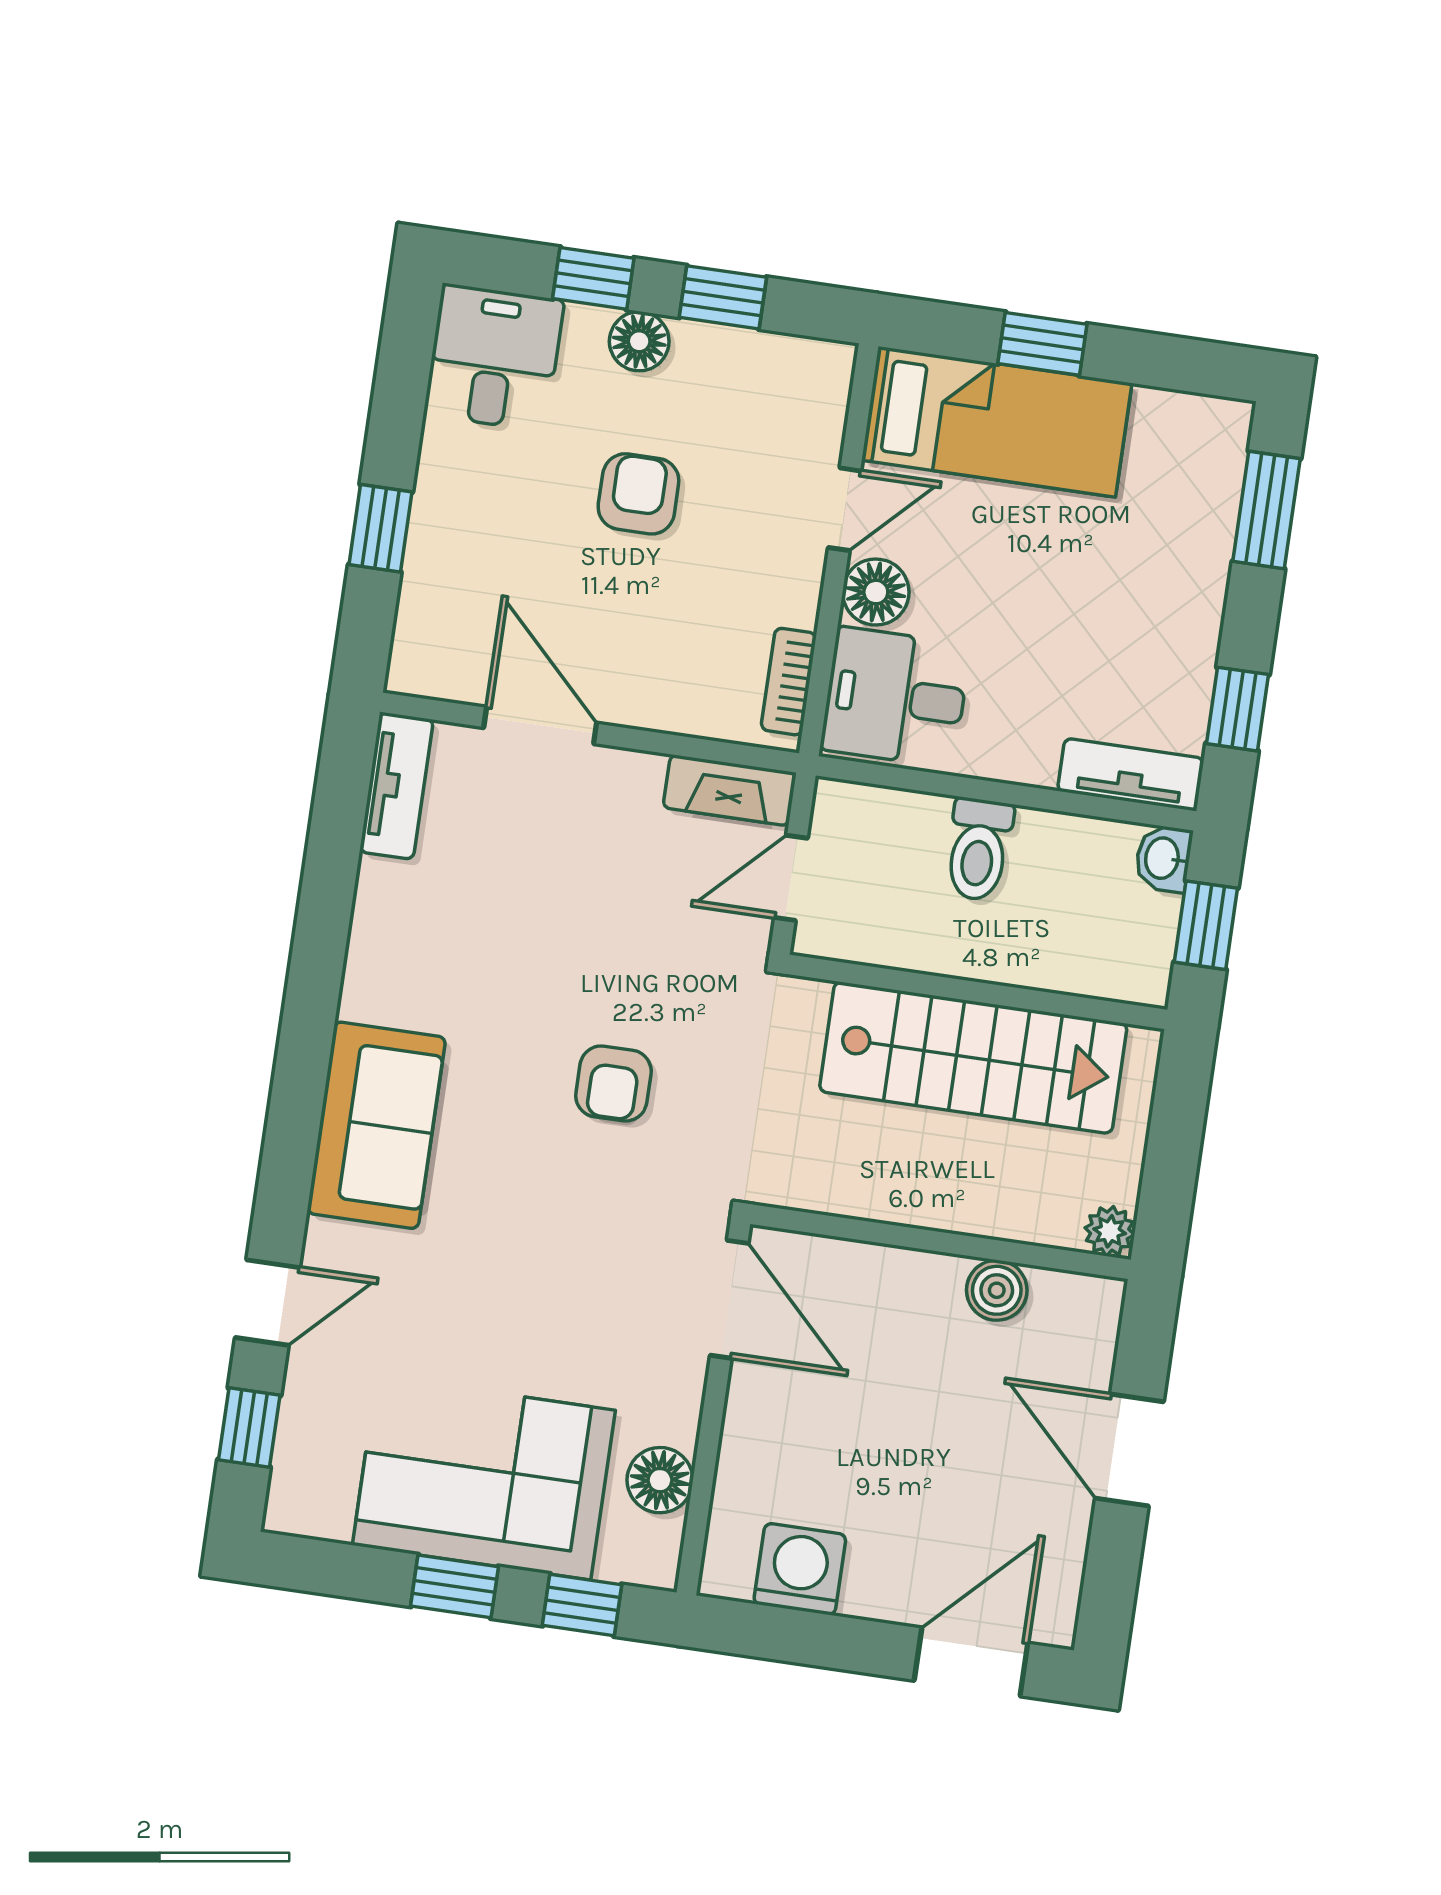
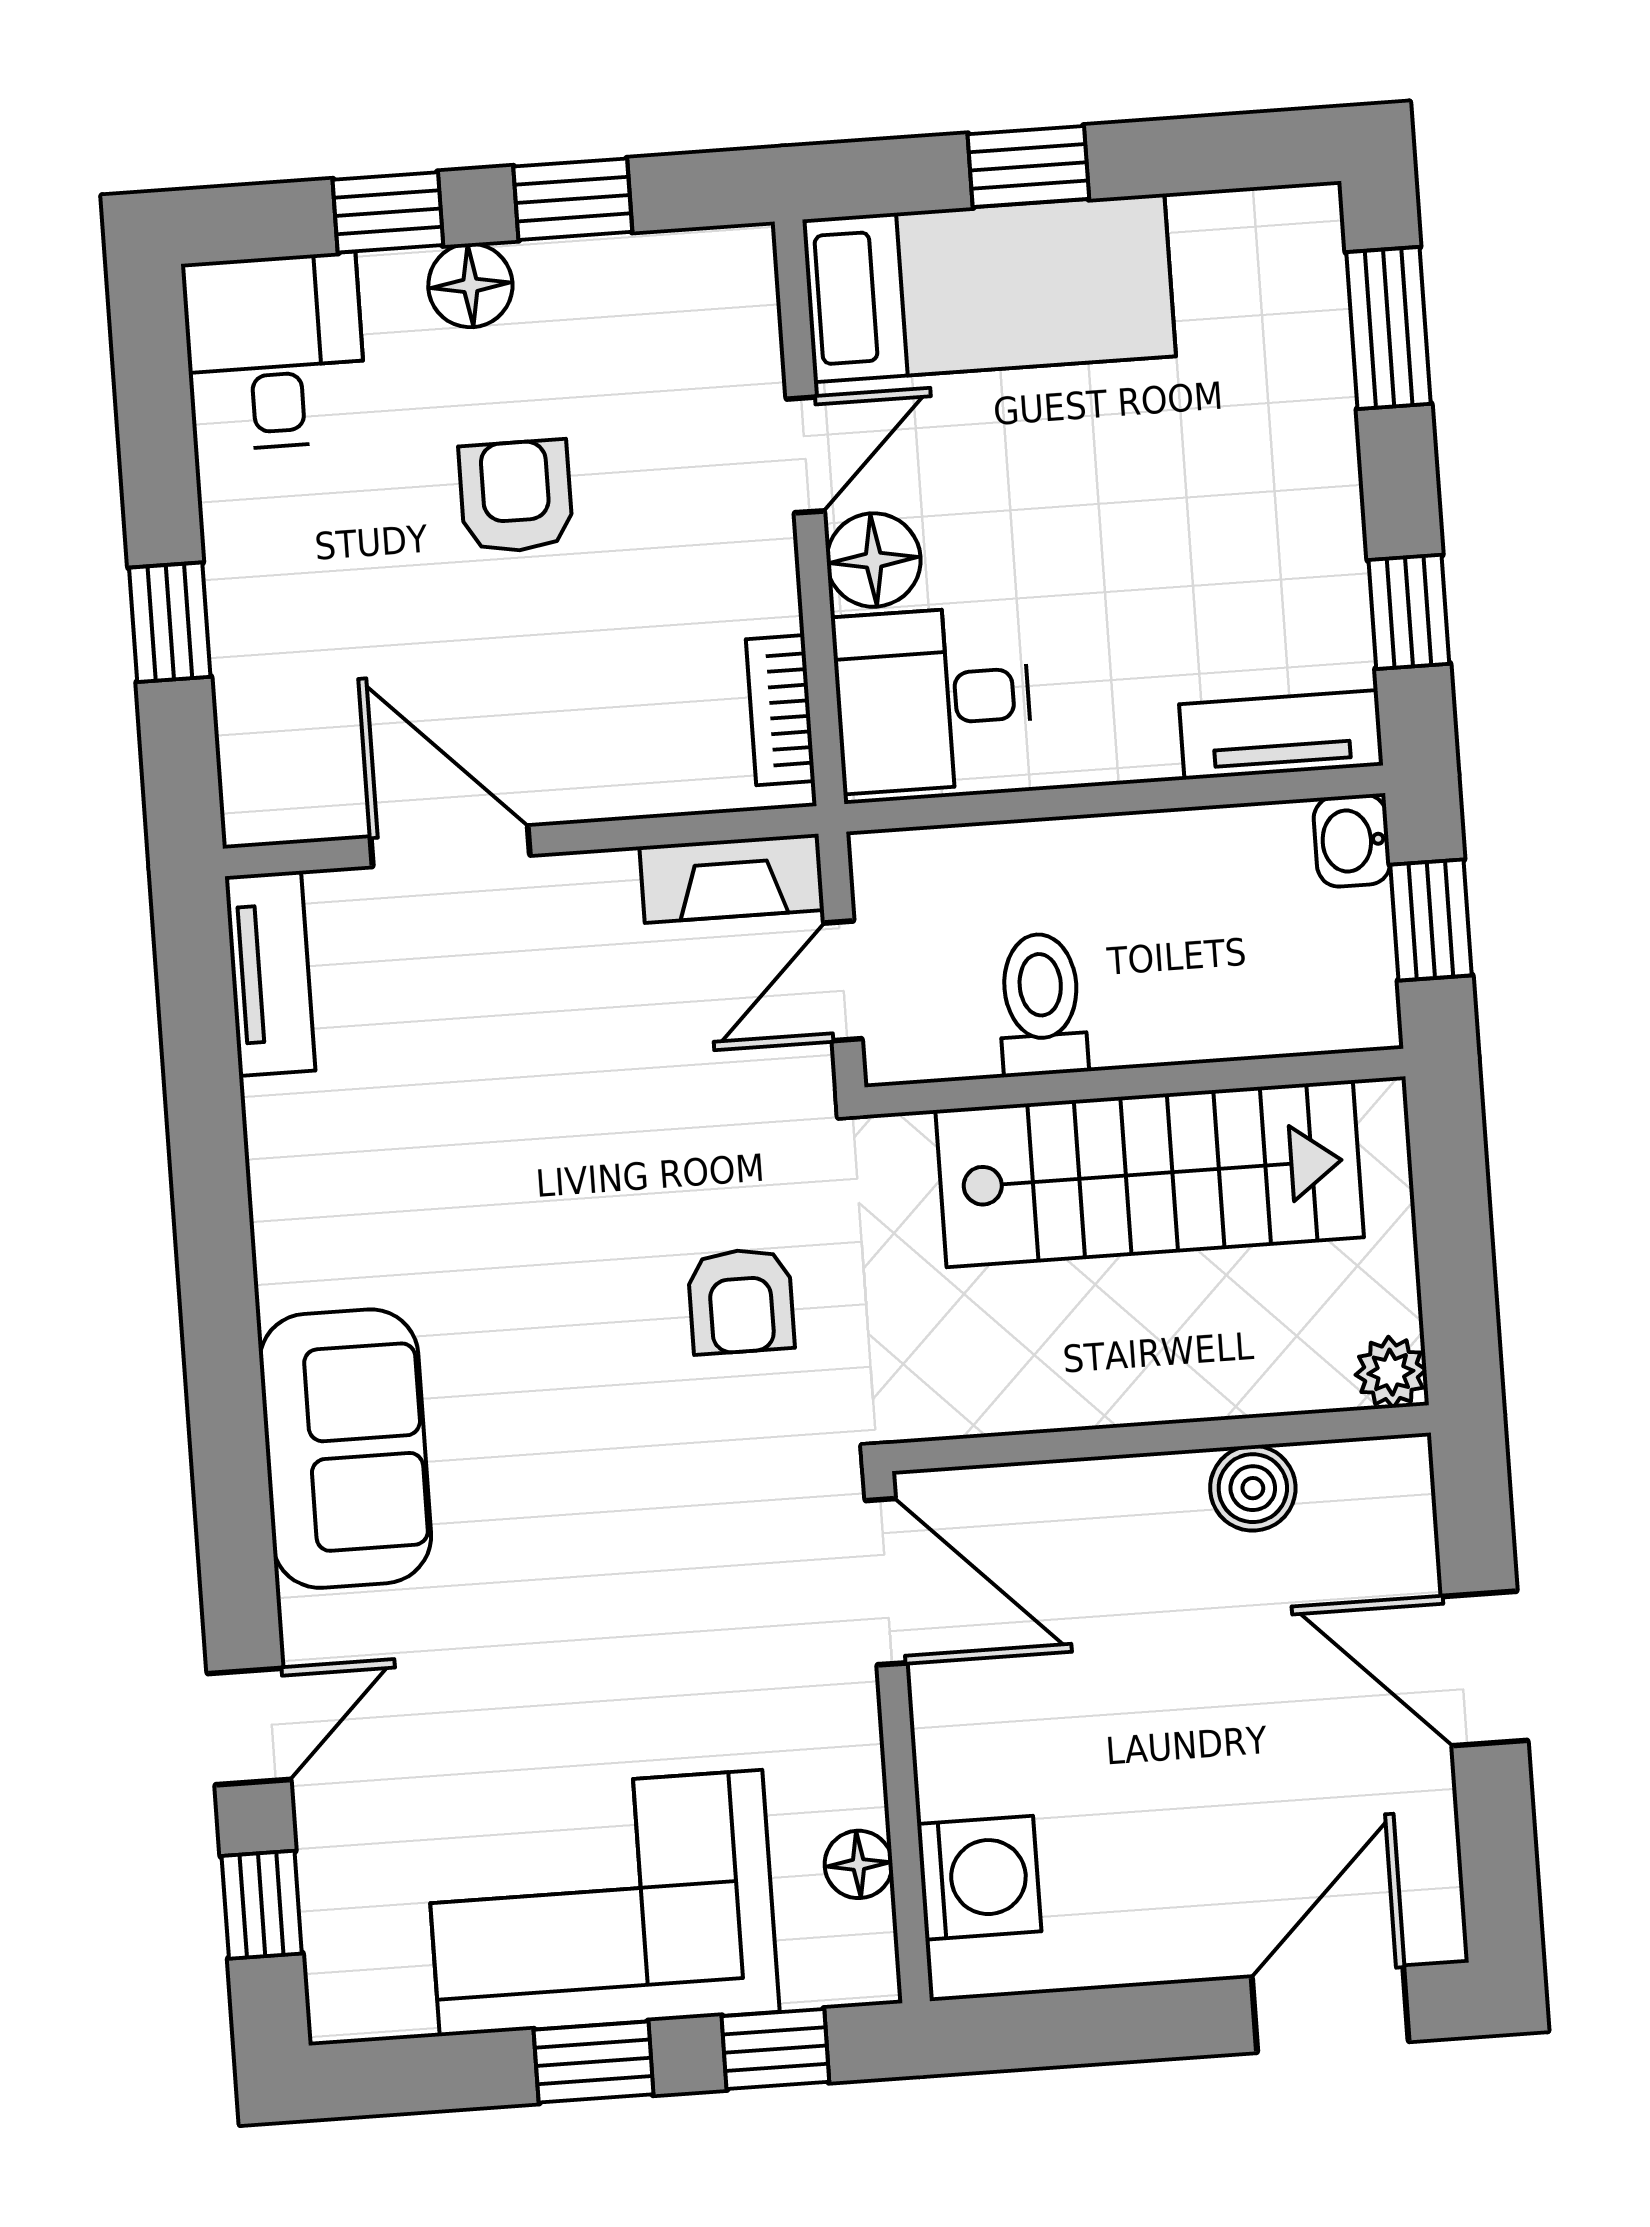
toilet: (979, 849) -> (1042, 1004), moved, turned 180
armchair: (613, 1083) -> (741, 1301), moved
floor lamp: (660, 1480) -> (859, 1864), width x0.73, depth x0.73
washing machine: (800, 1569) -> (979, 1878), moved, turned 90

